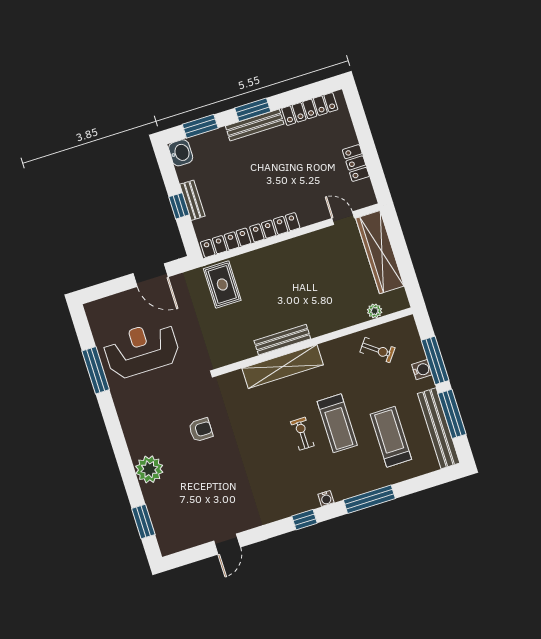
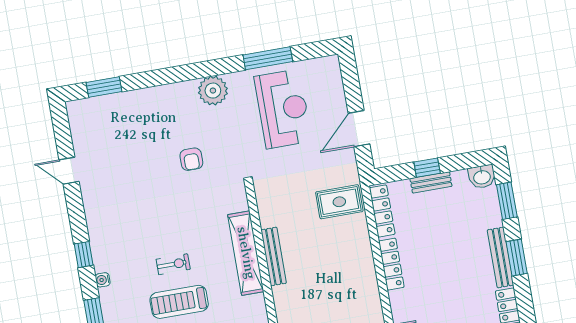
plant: (149, 469) -> (213, 91), moved

